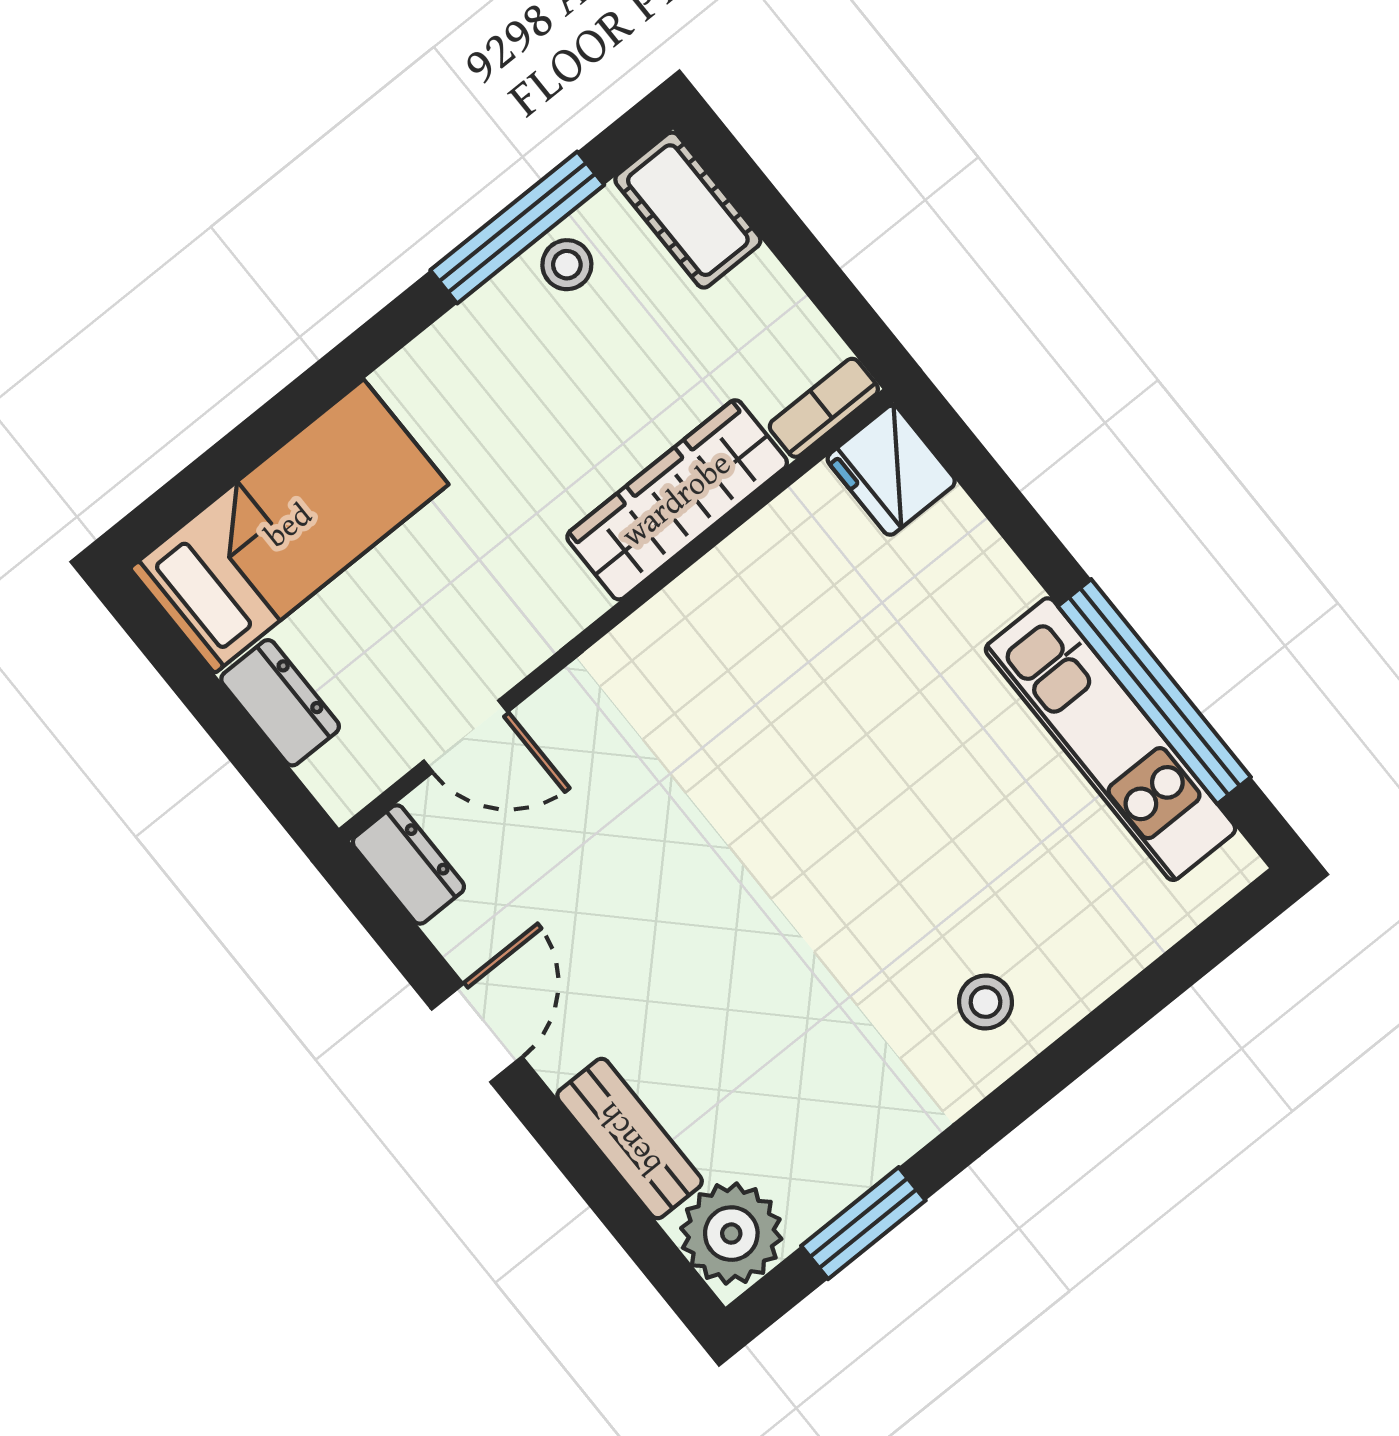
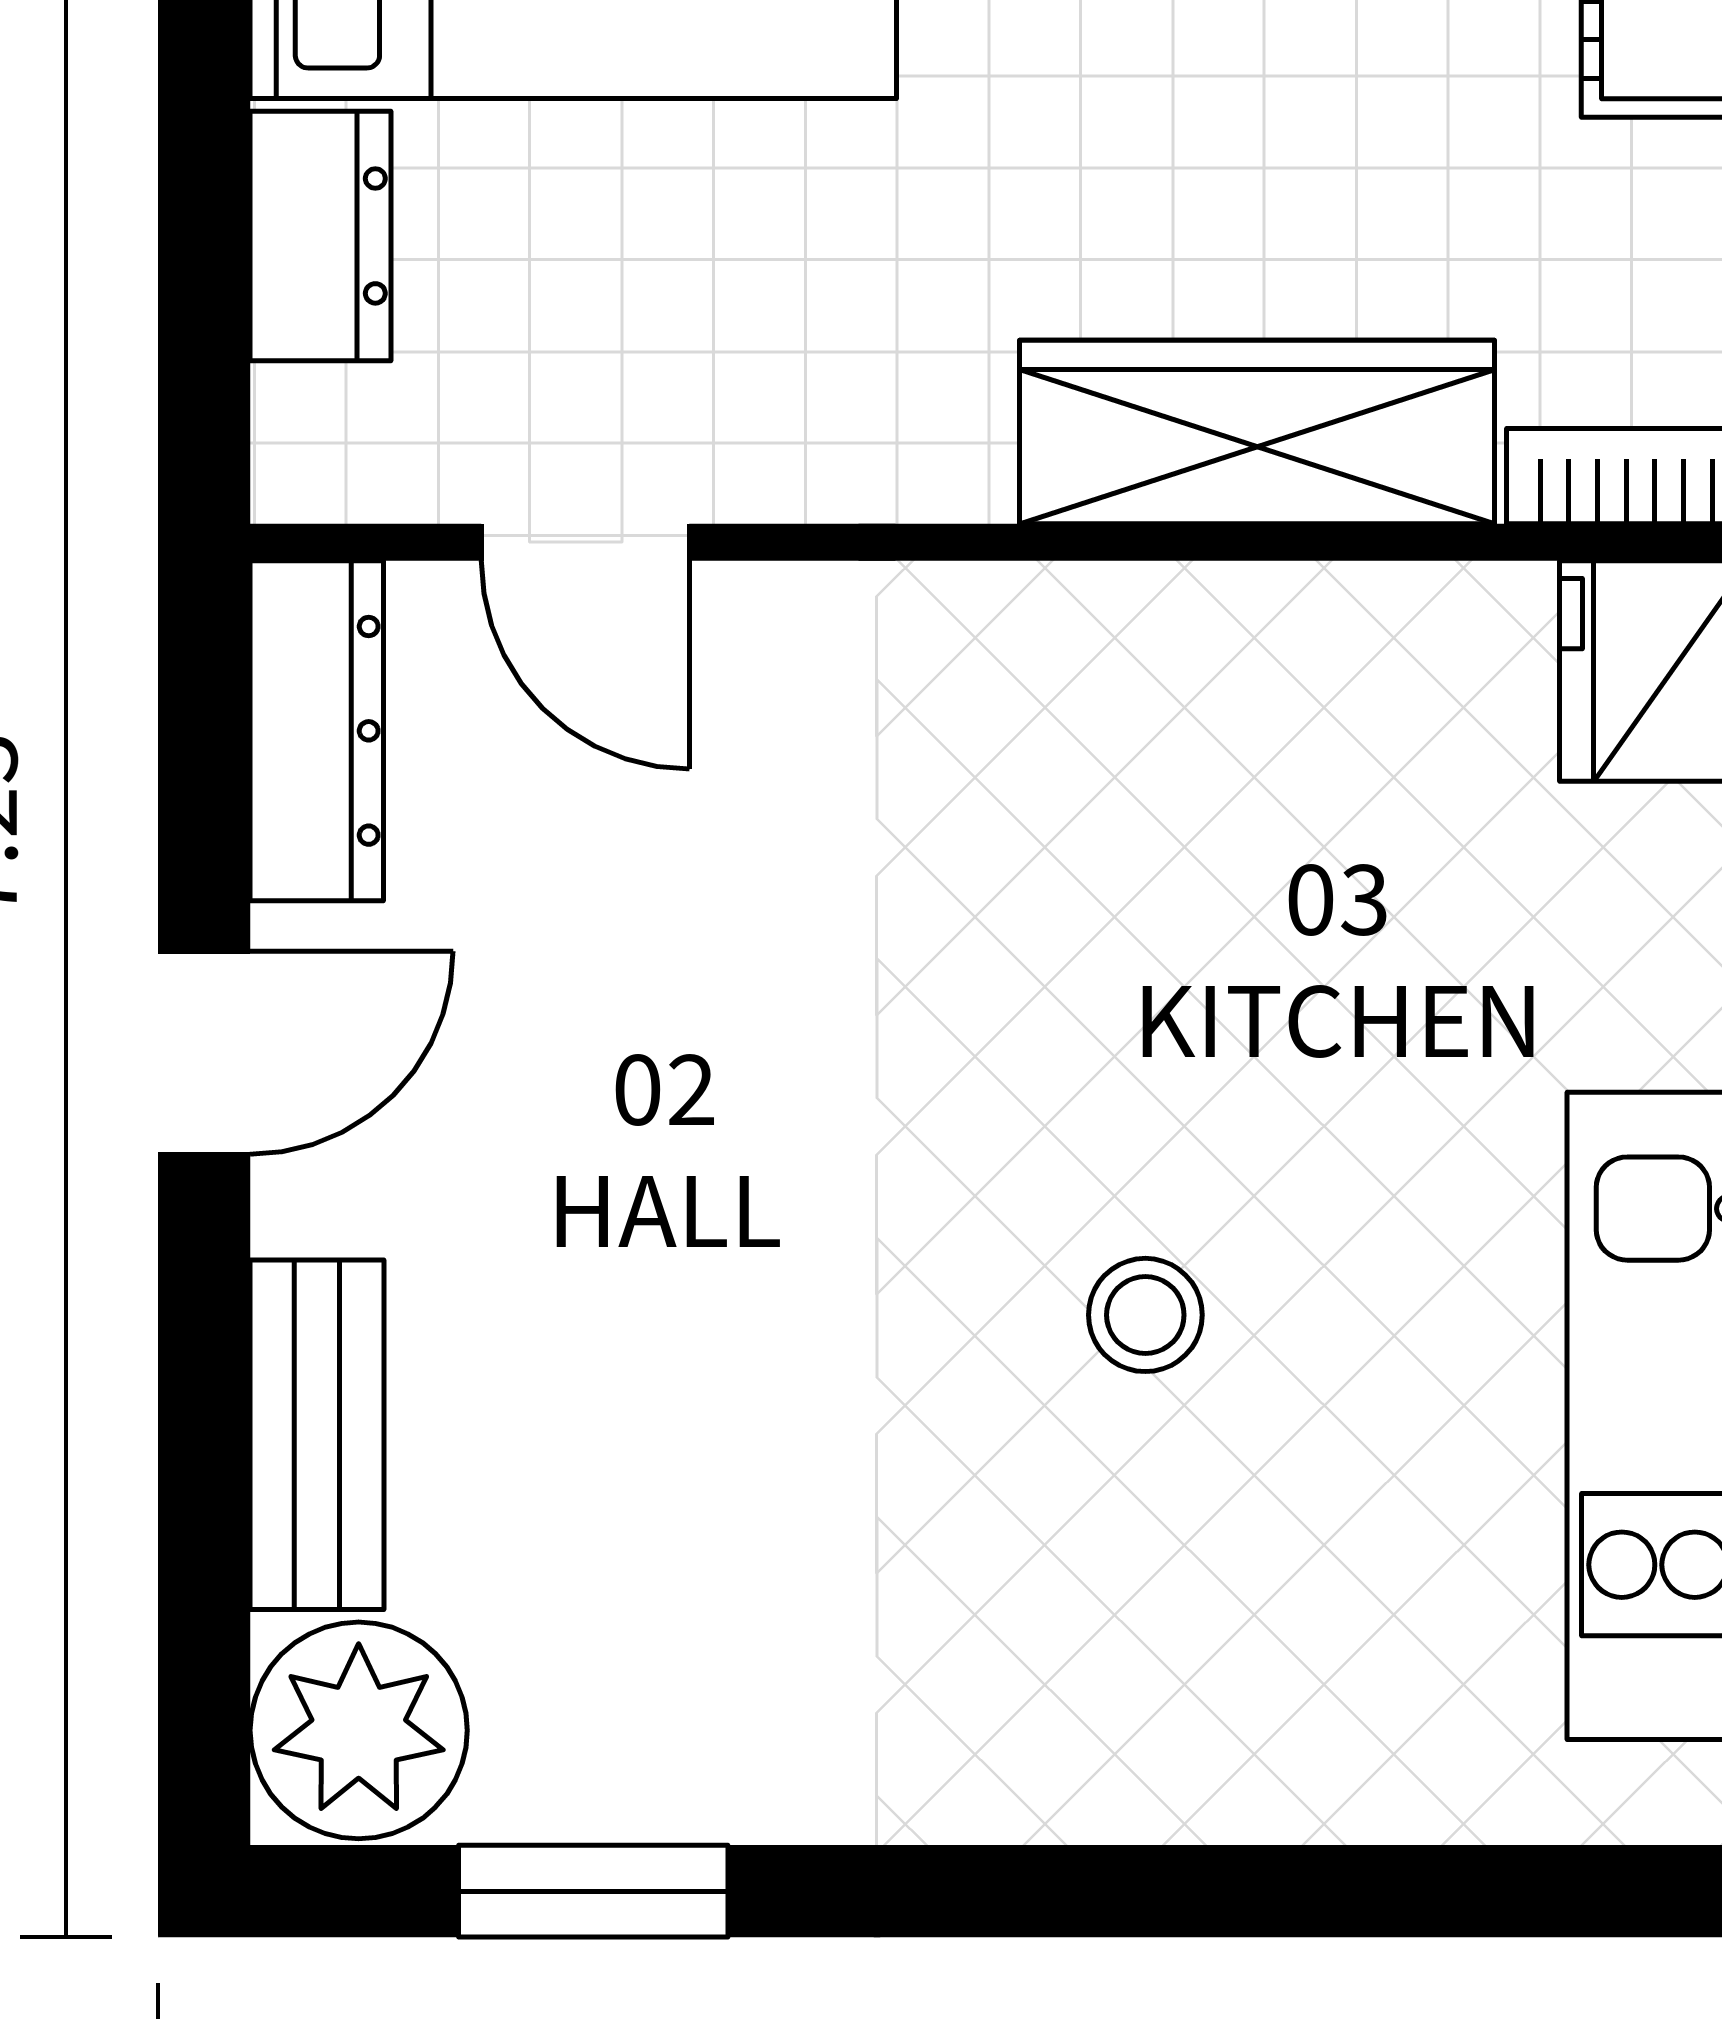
dresser: (408, 865) -> (317, 731), width x1.44
stool: (985, 1002) -> (1145, 1315), moved

